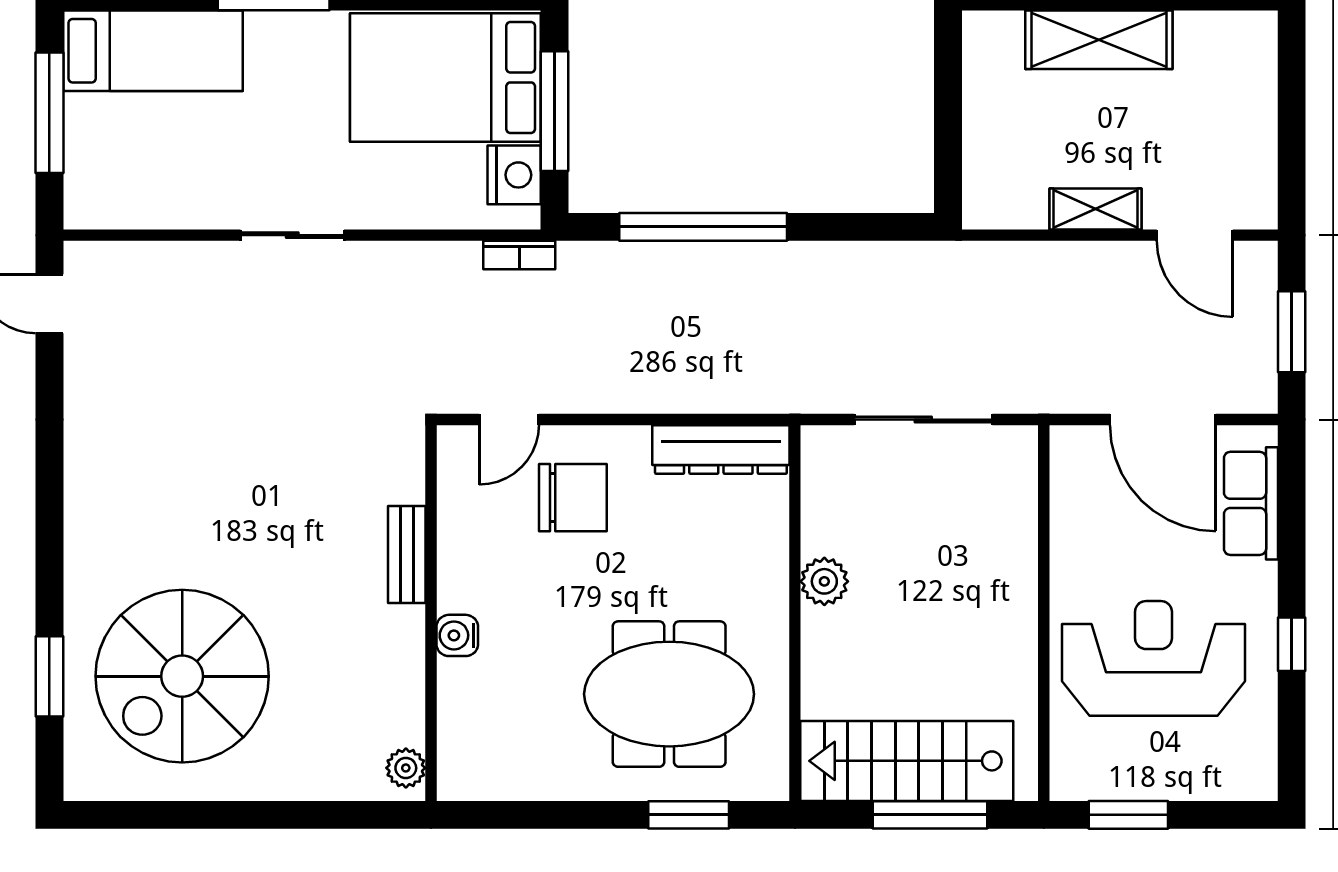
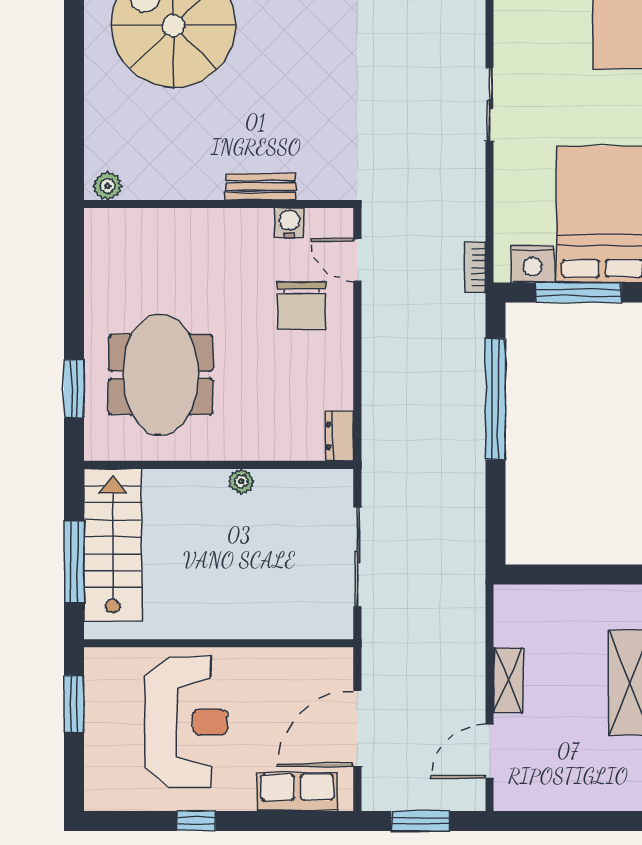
dresser: (721, 449) -> (339, 436), width x0.51, depth x0.80
plant: (824, 581) -> (241, 481), width x0.73, depth x0.73
water cooler: (457, 635) -> (289, 223), moved

